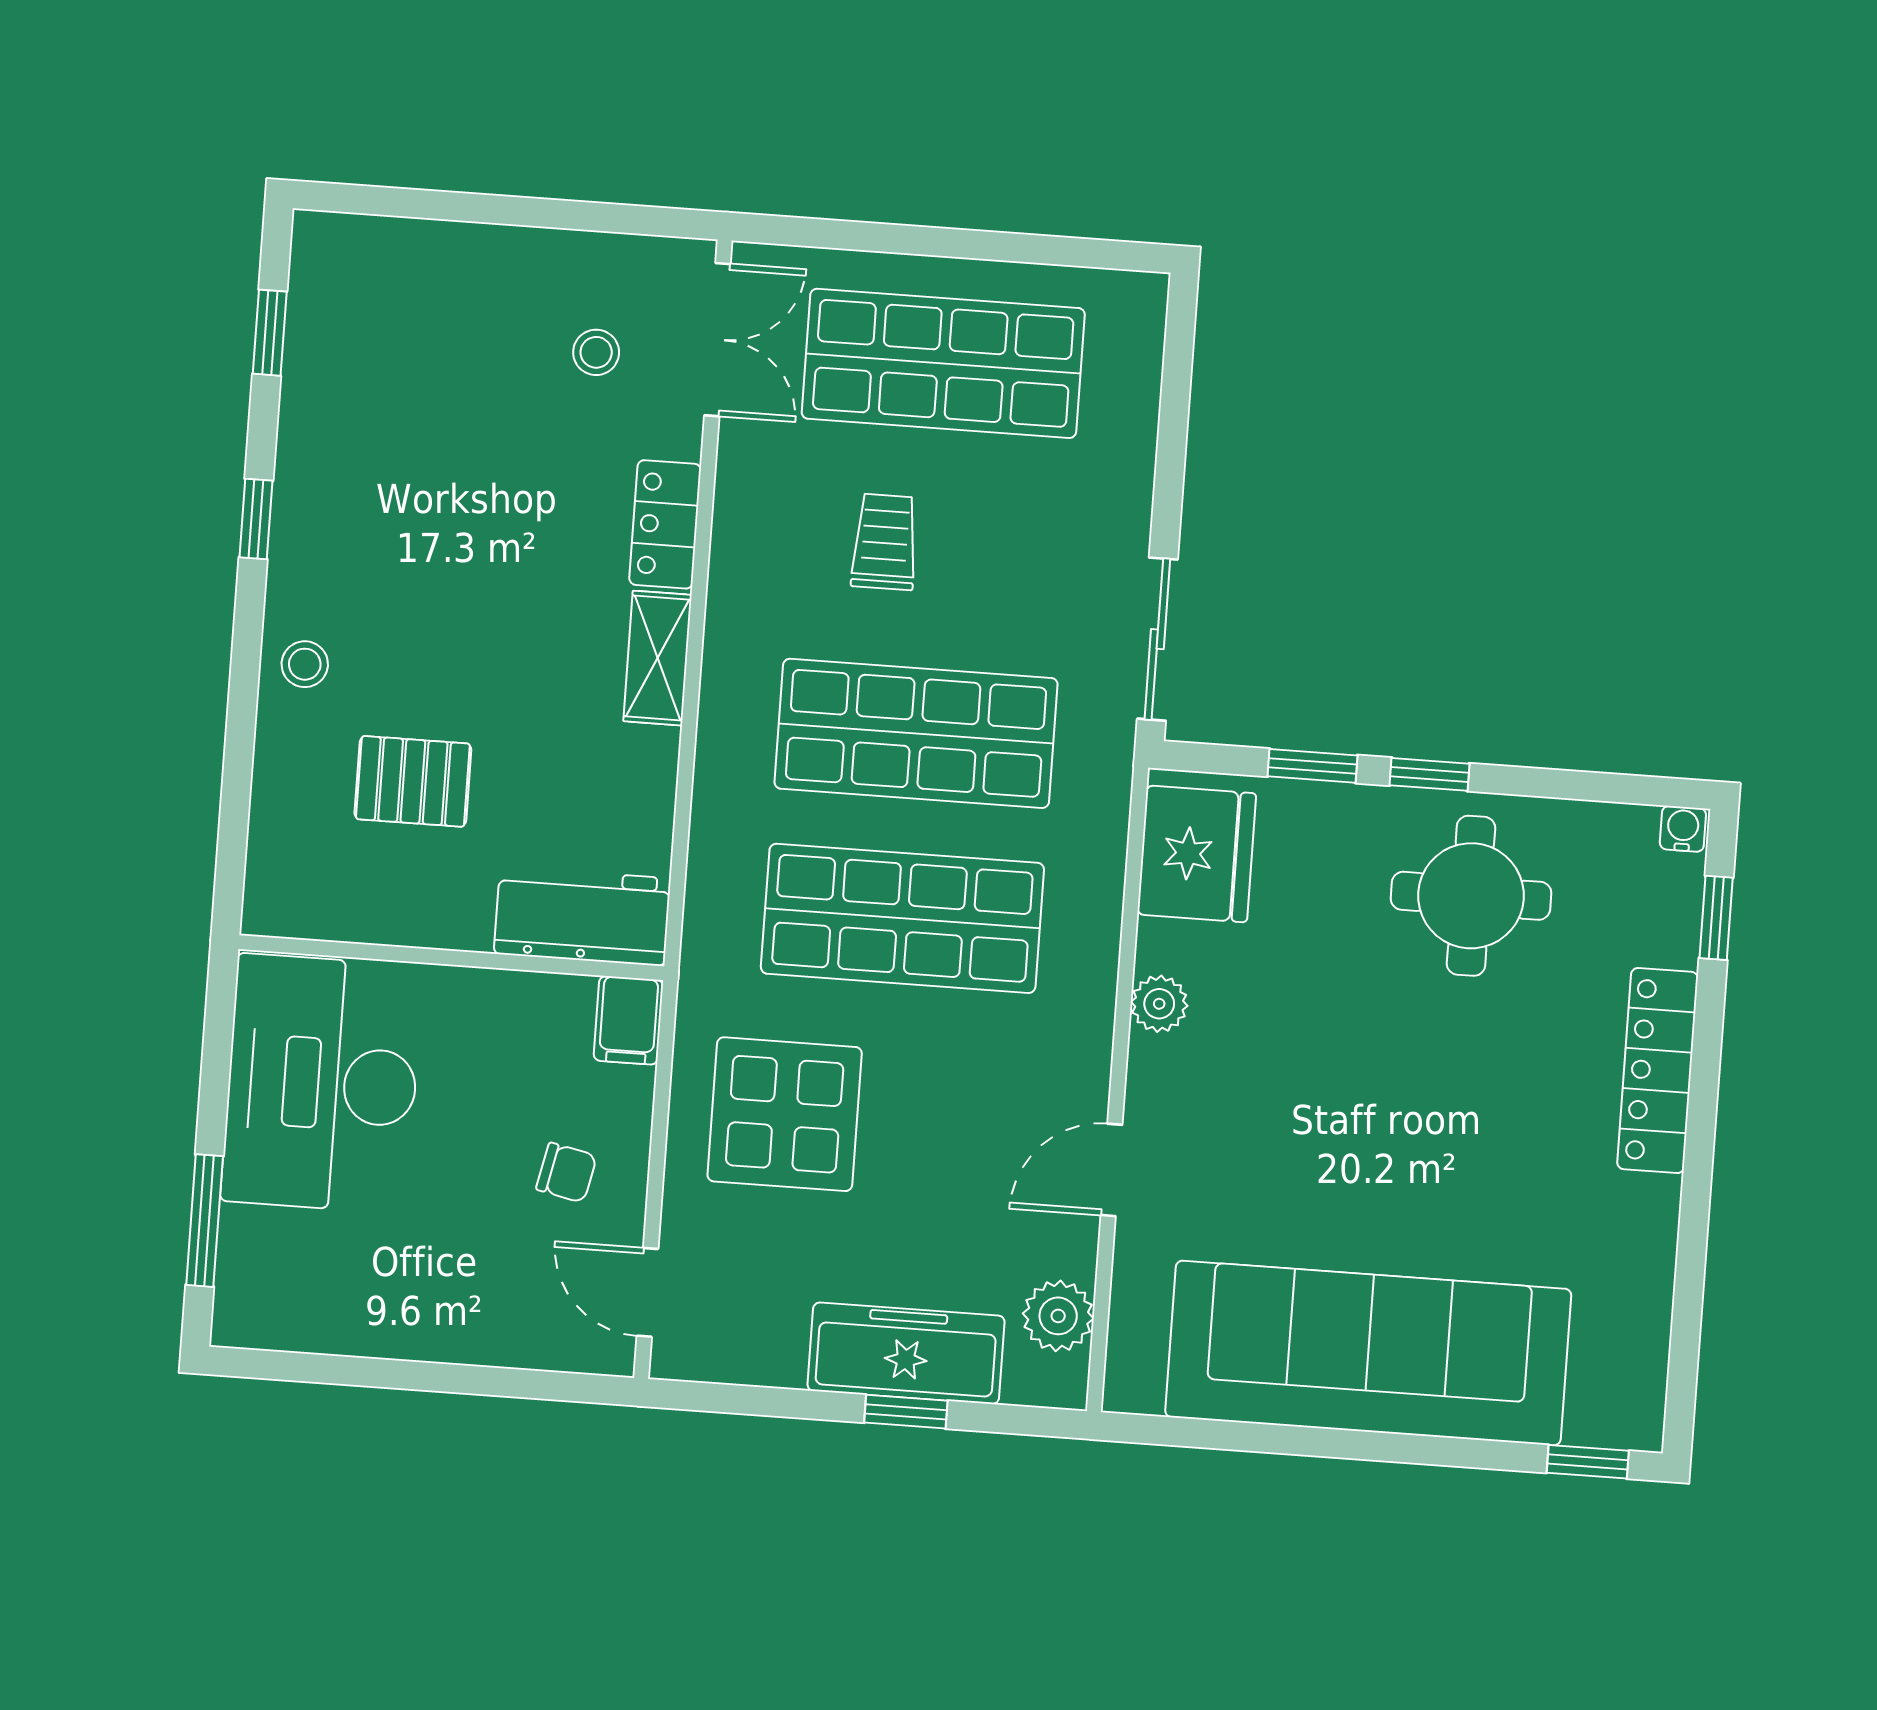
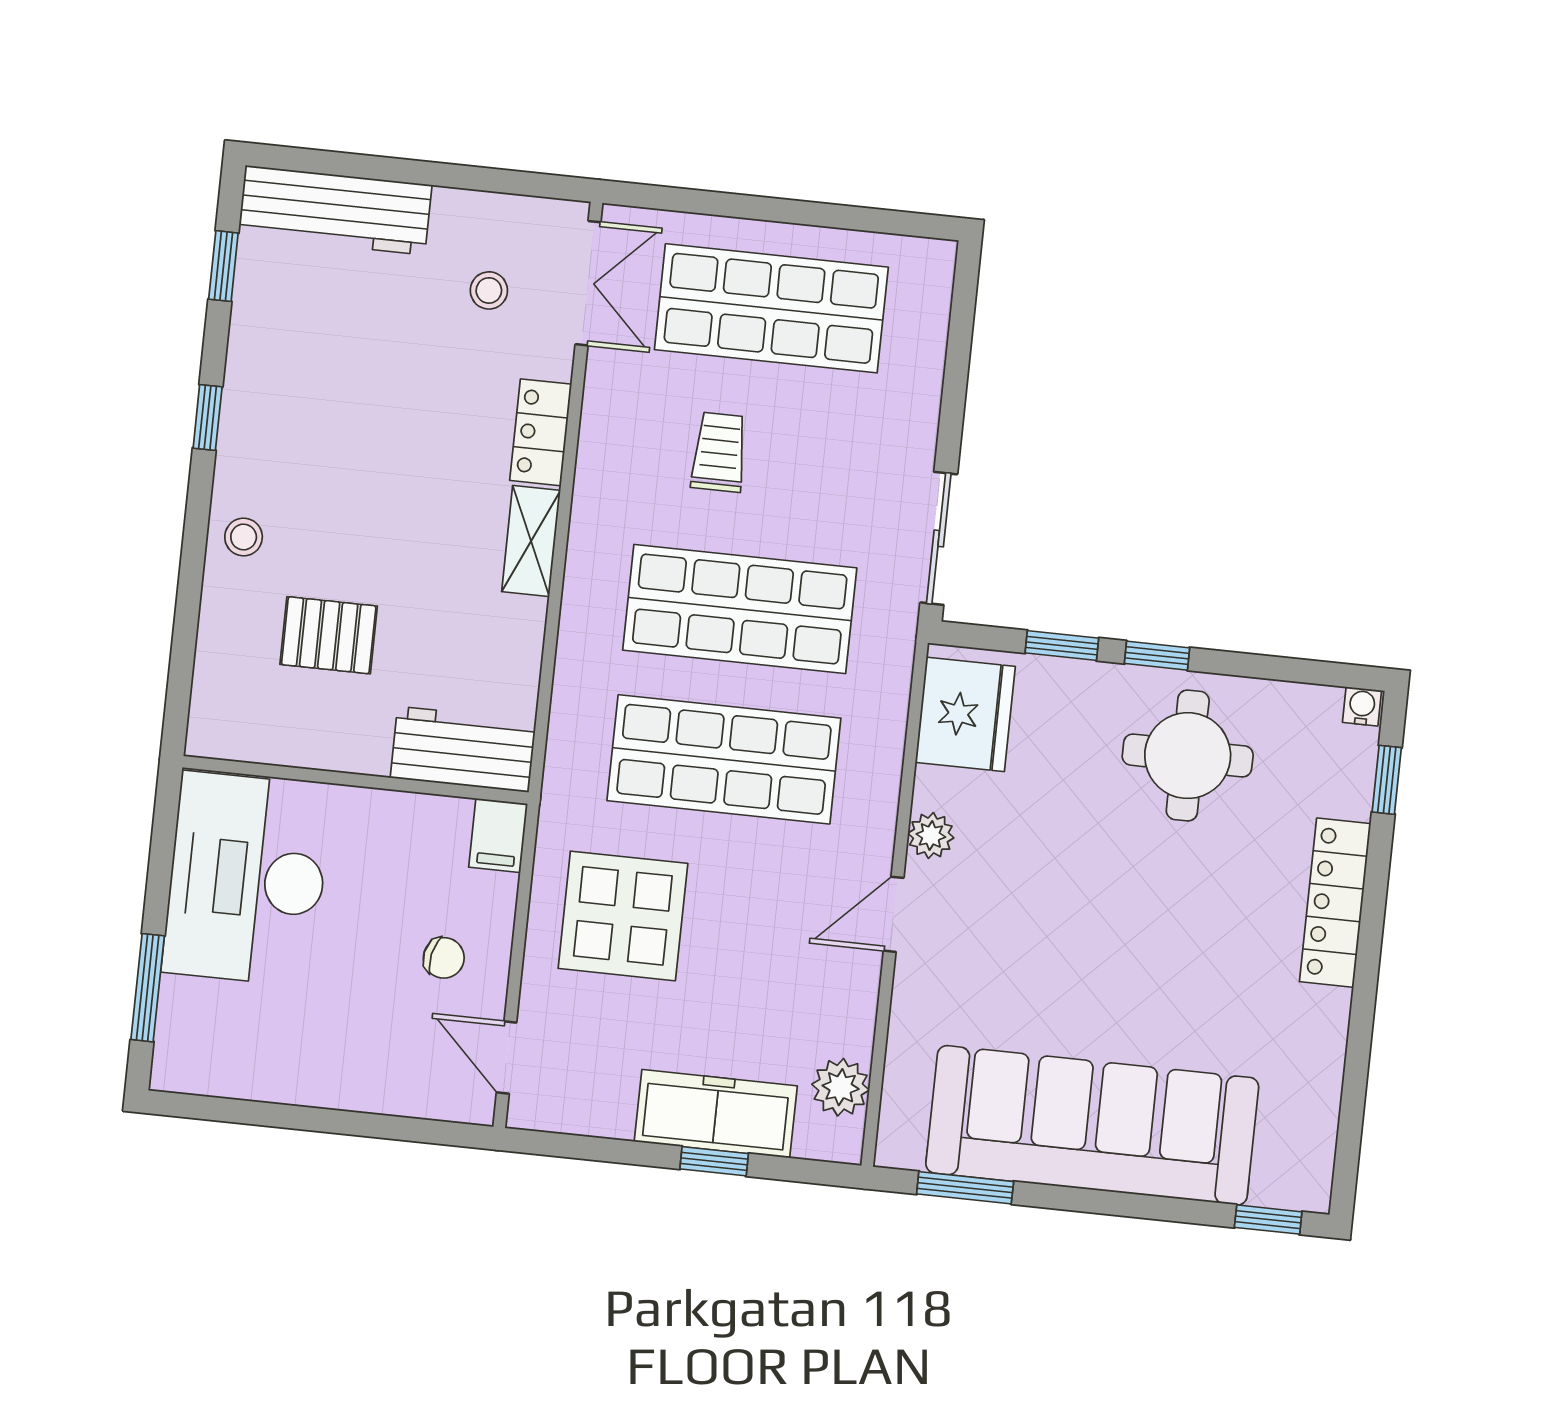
workbench: (404, 260) -> (335, 210), added
door: (1112, 1170) -> (894, 914), moved
window: (1215, 1434) -> (965, 1188), added

